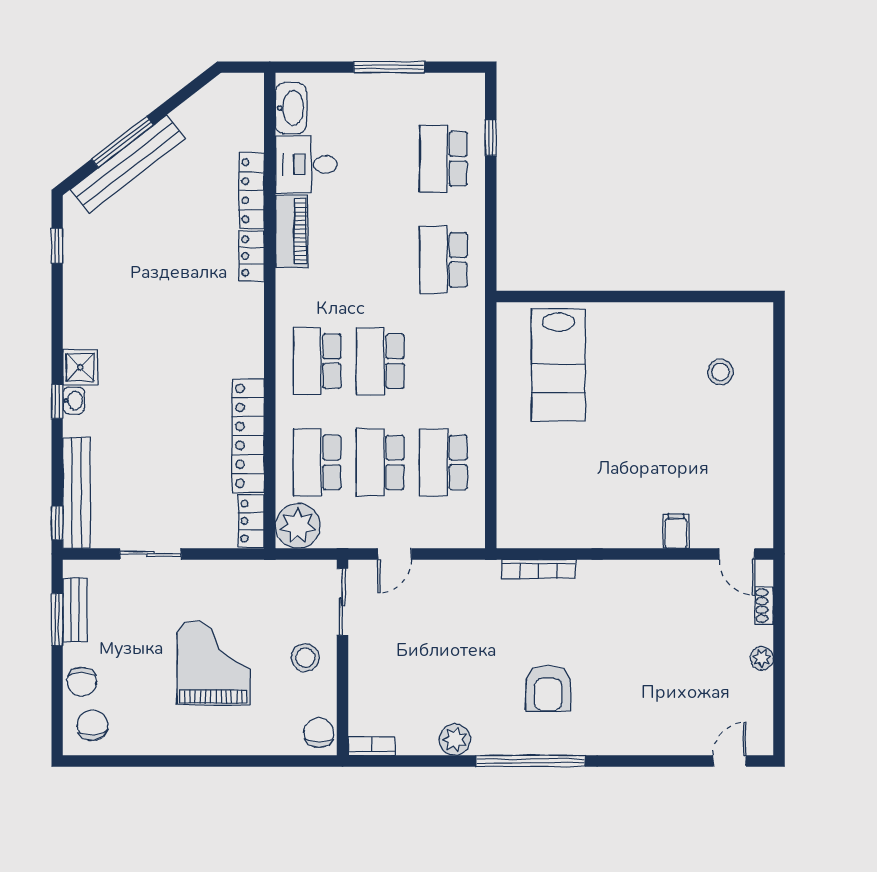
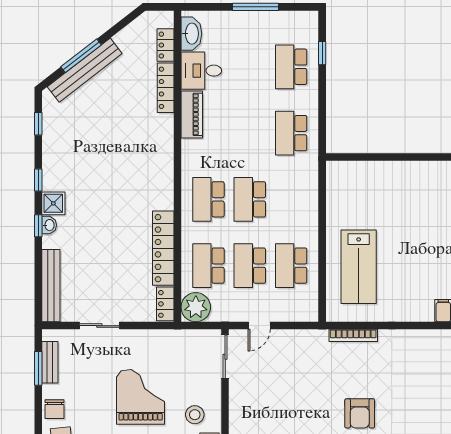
locker: (252, 256) -> (166, 45), moved
lab bench: (558, 365) -> (359, 267), moved
window: (57, 523) -> (38, 180), moved
stool: (305, 658) -> (195, 415), moved

